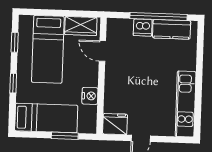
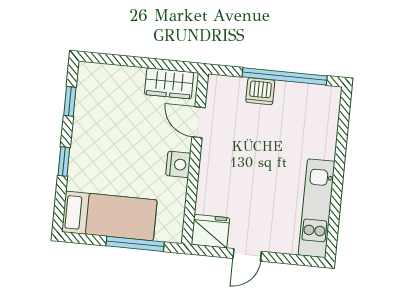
kitchen counter: (172, 29) -> (303, 97), removed
bed: (48, 49) -> (118, 115), removed
nightstand: (90, 96) -> (178, 164), moved
window: (65, 136) -> (135, 244), width x1.44

